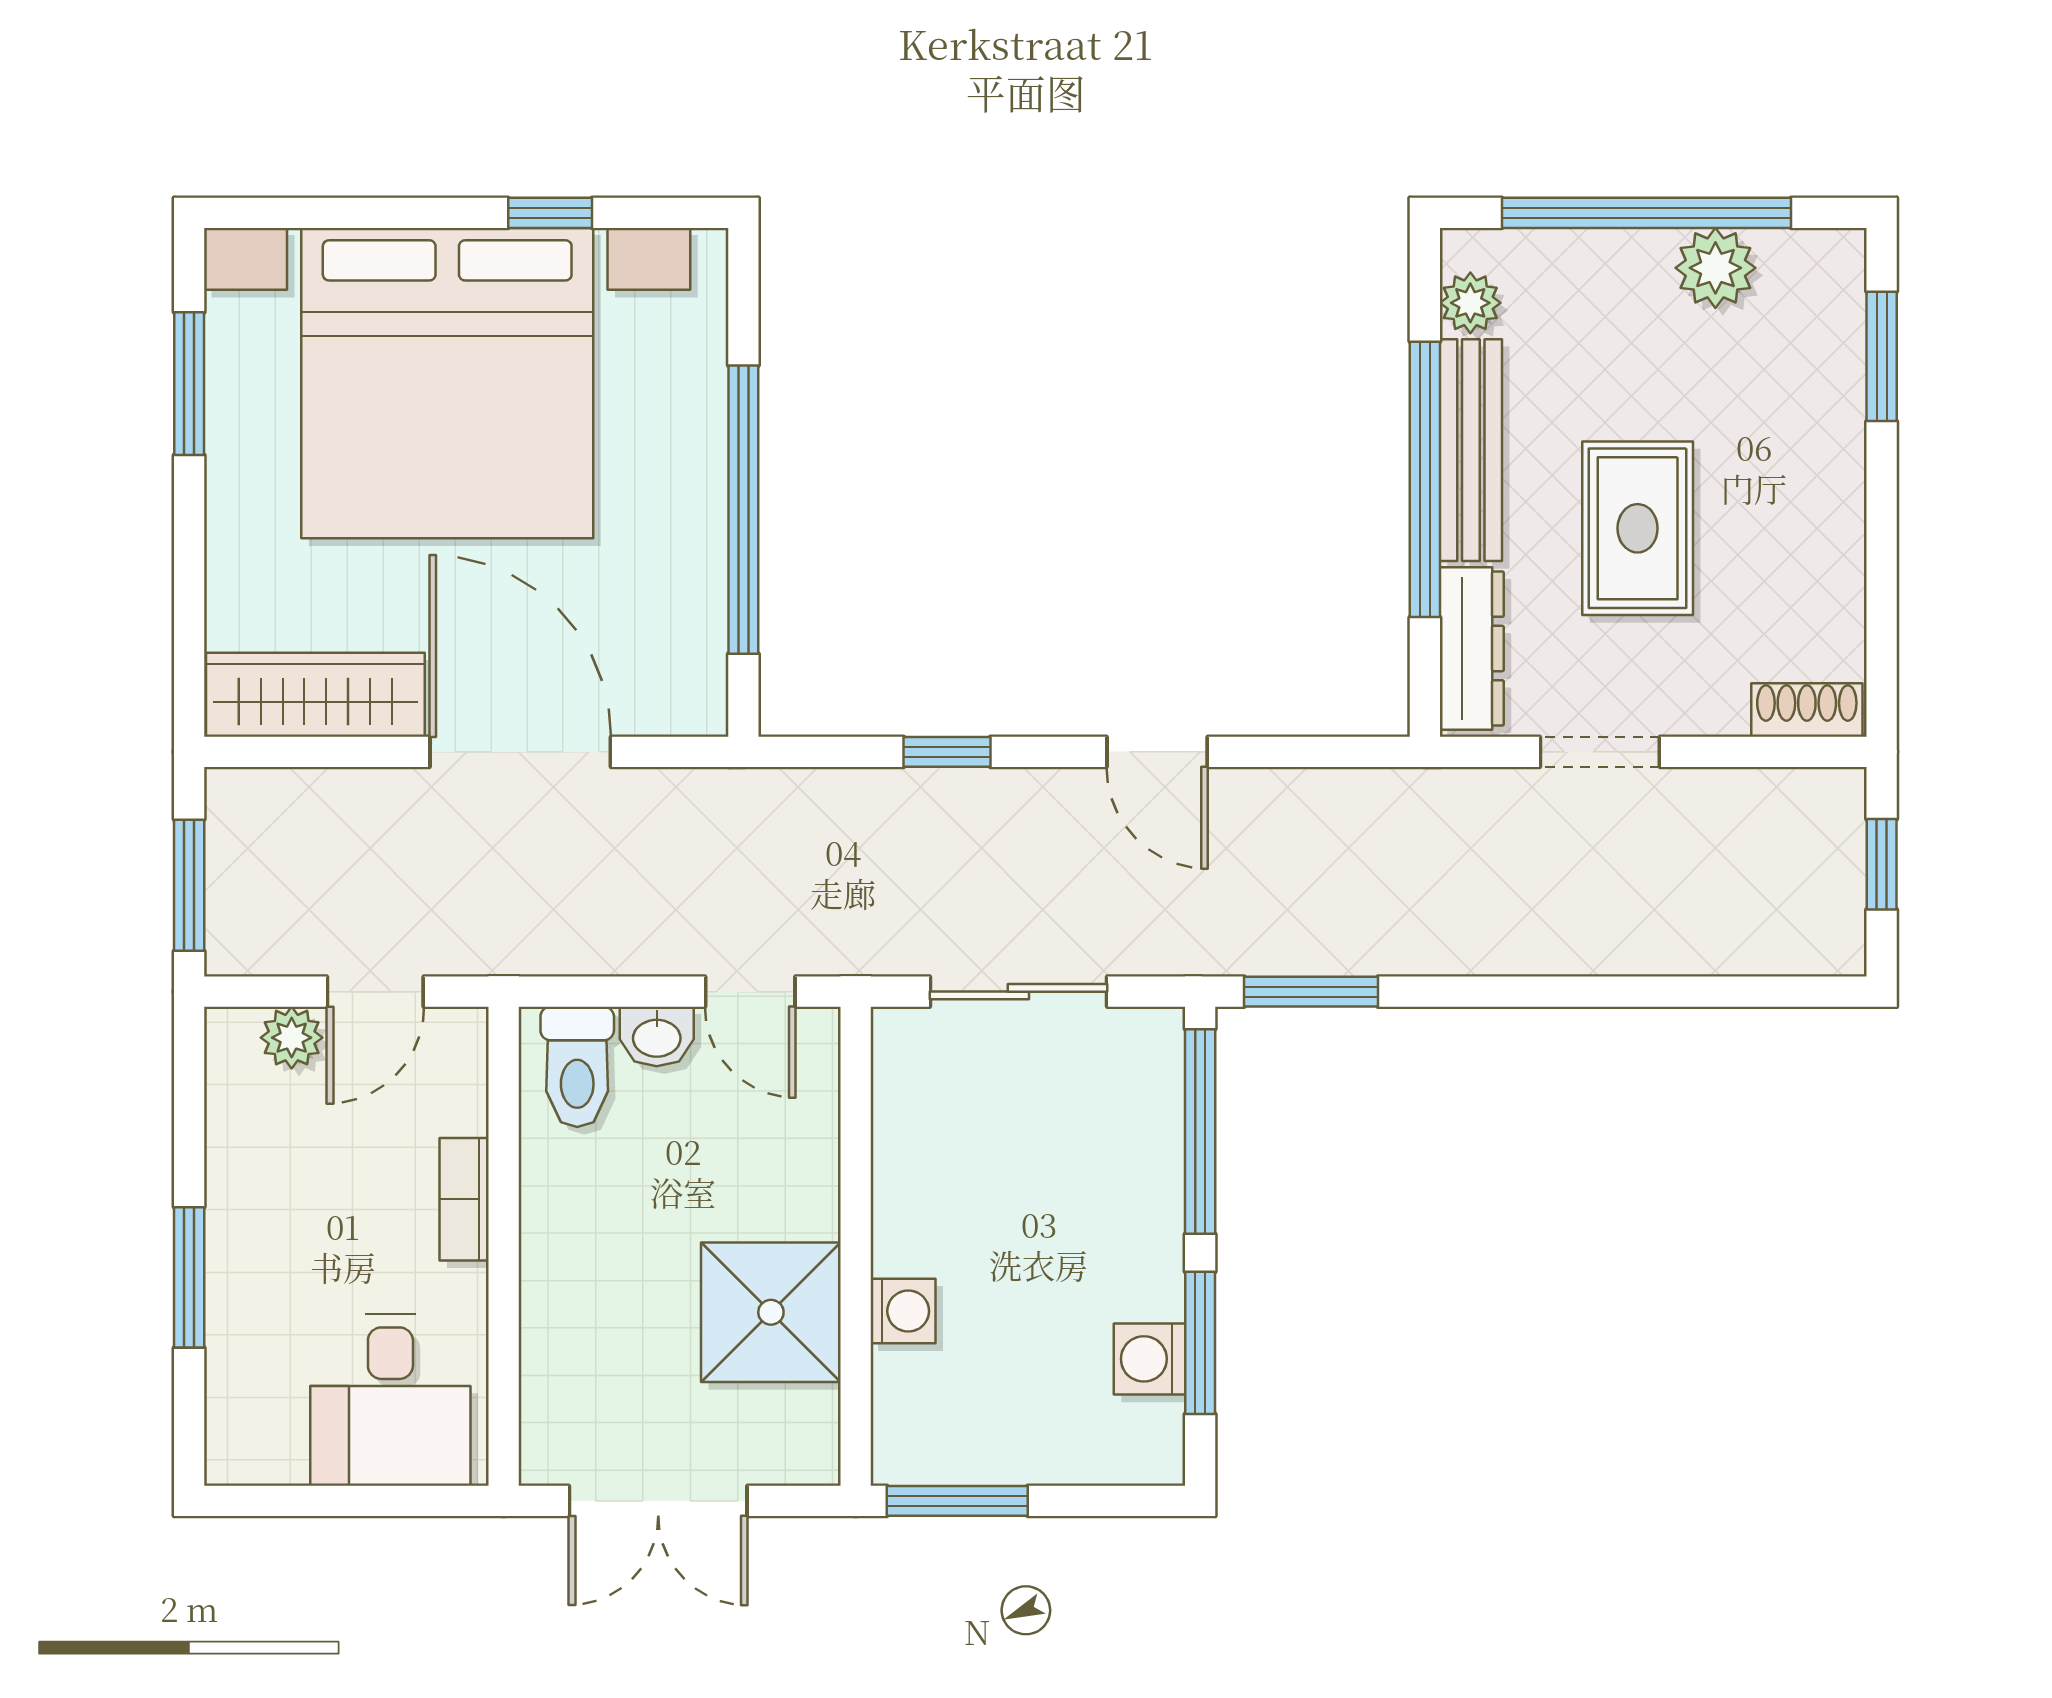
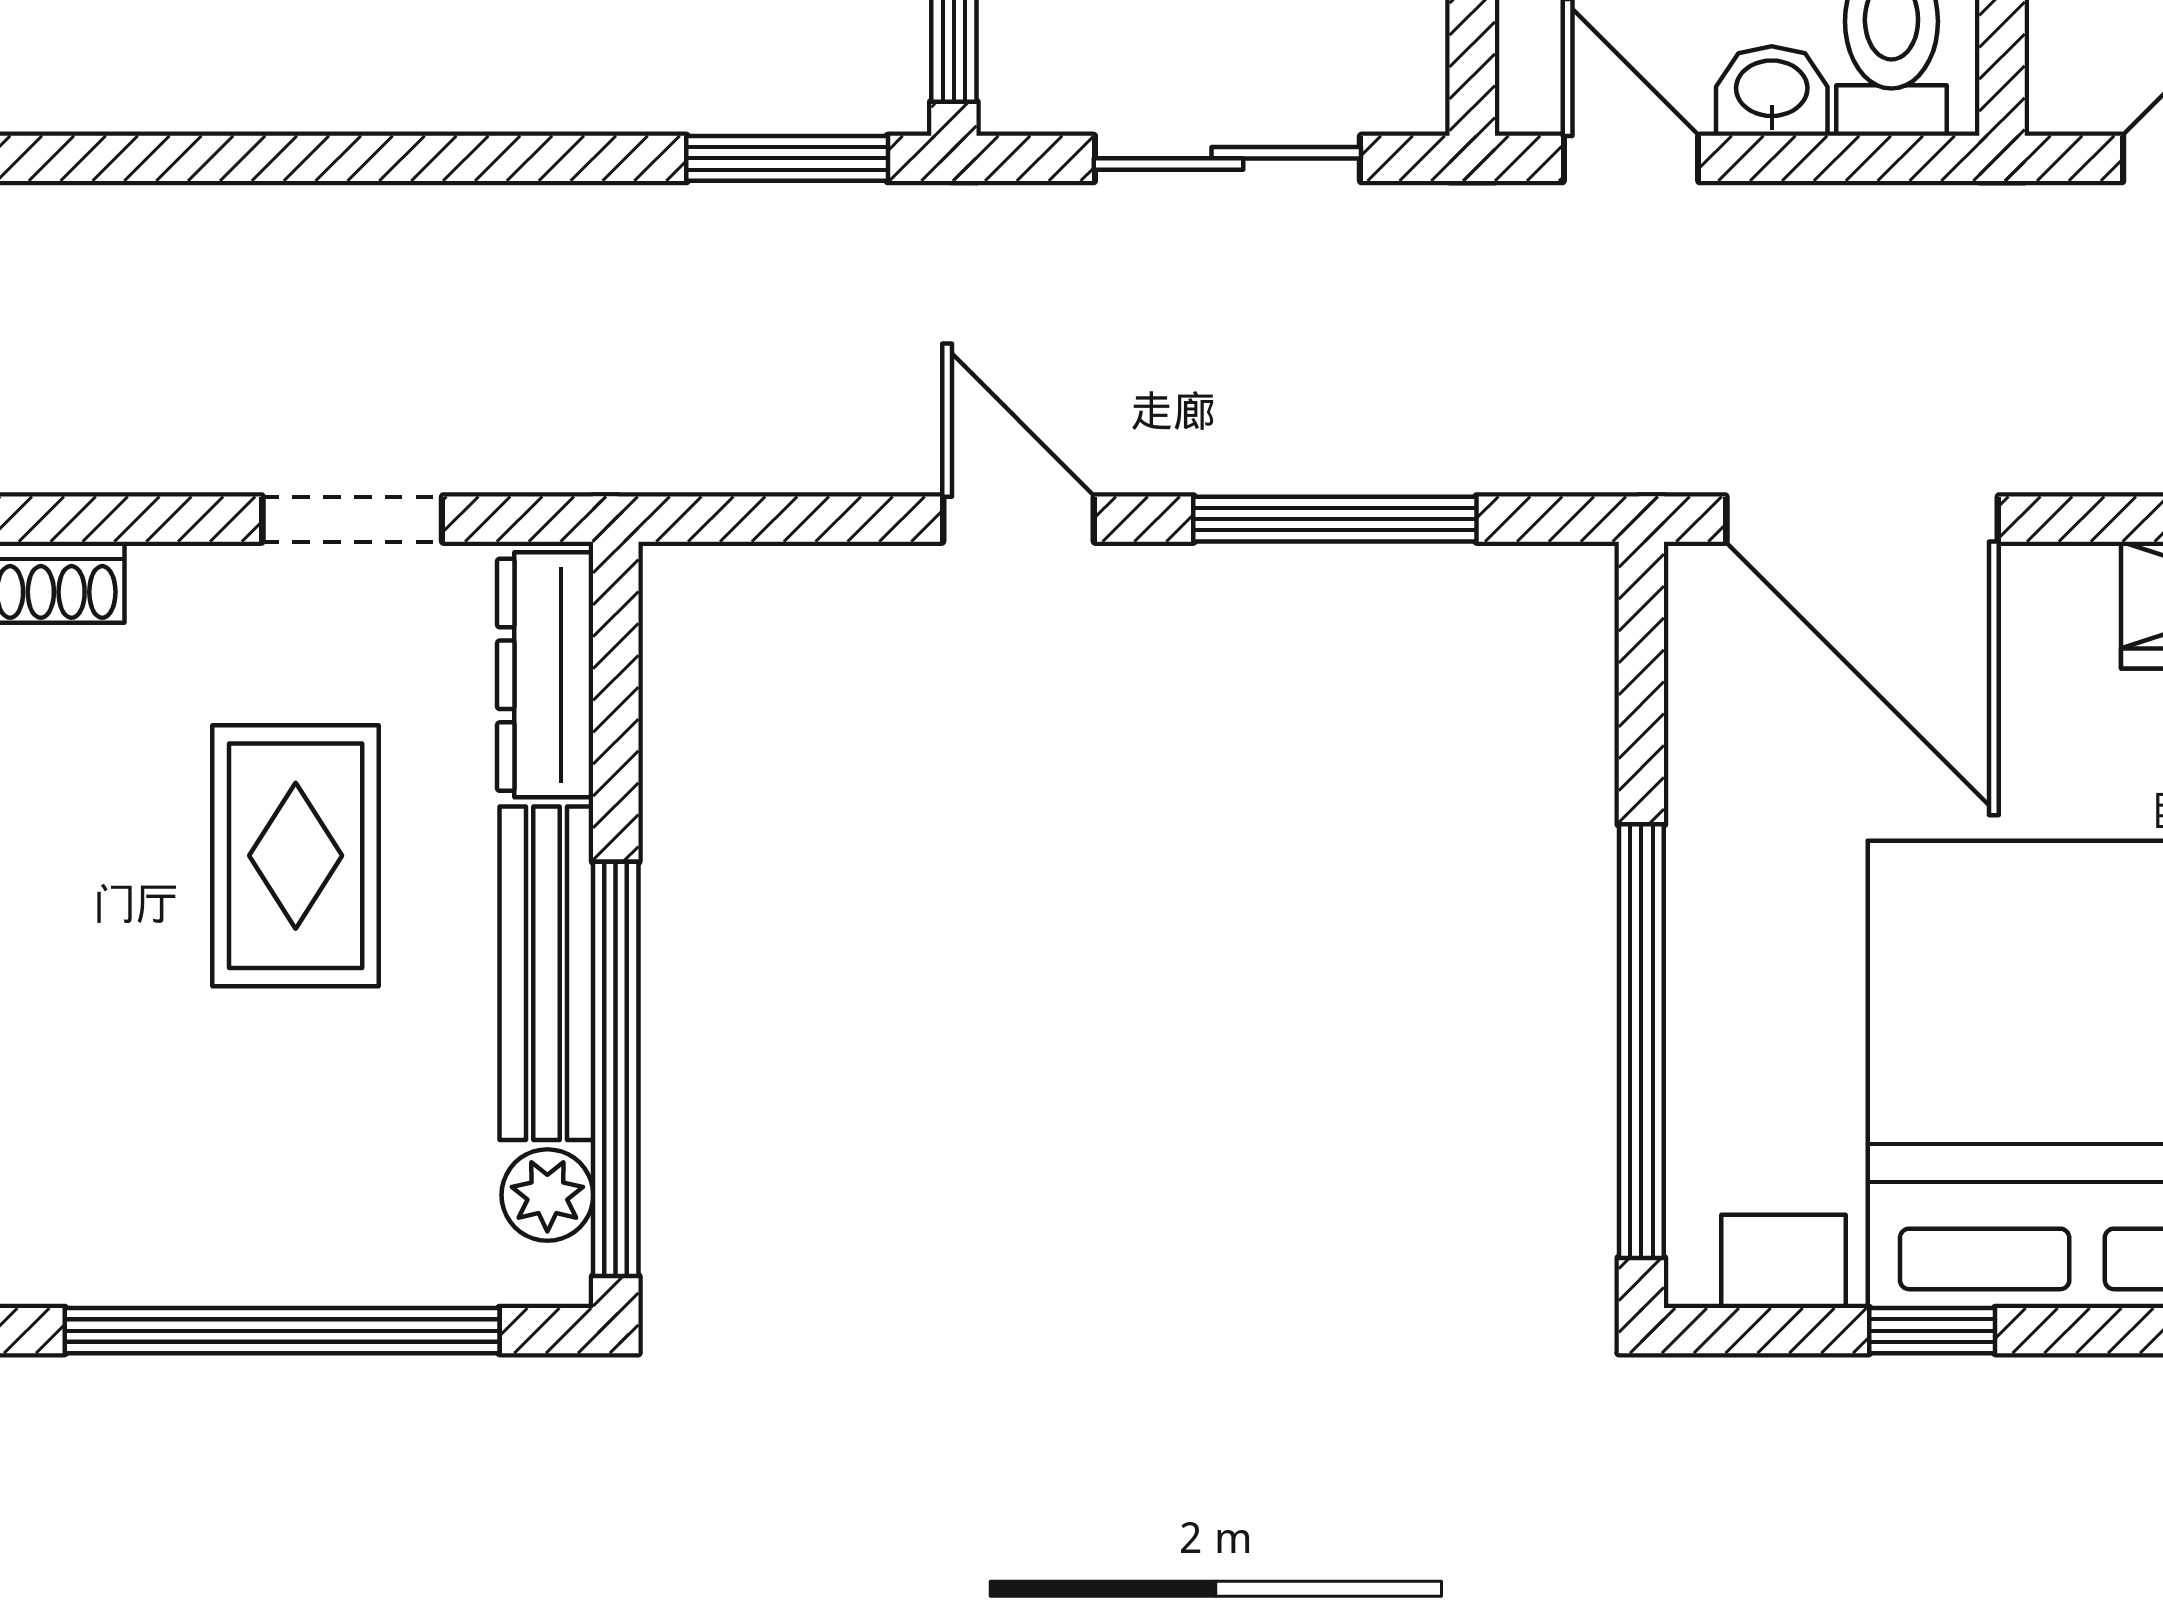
plant: (1715, 268) -> (178, 1248), removed
window: (1425, 479) -> (616, 1069), moved
window: (743, 510) -> (1641, 1041), moved
door: (520, 752) -> (1862, 519), moved
window: (947, 752) -> (1335, 519), width x2.17

